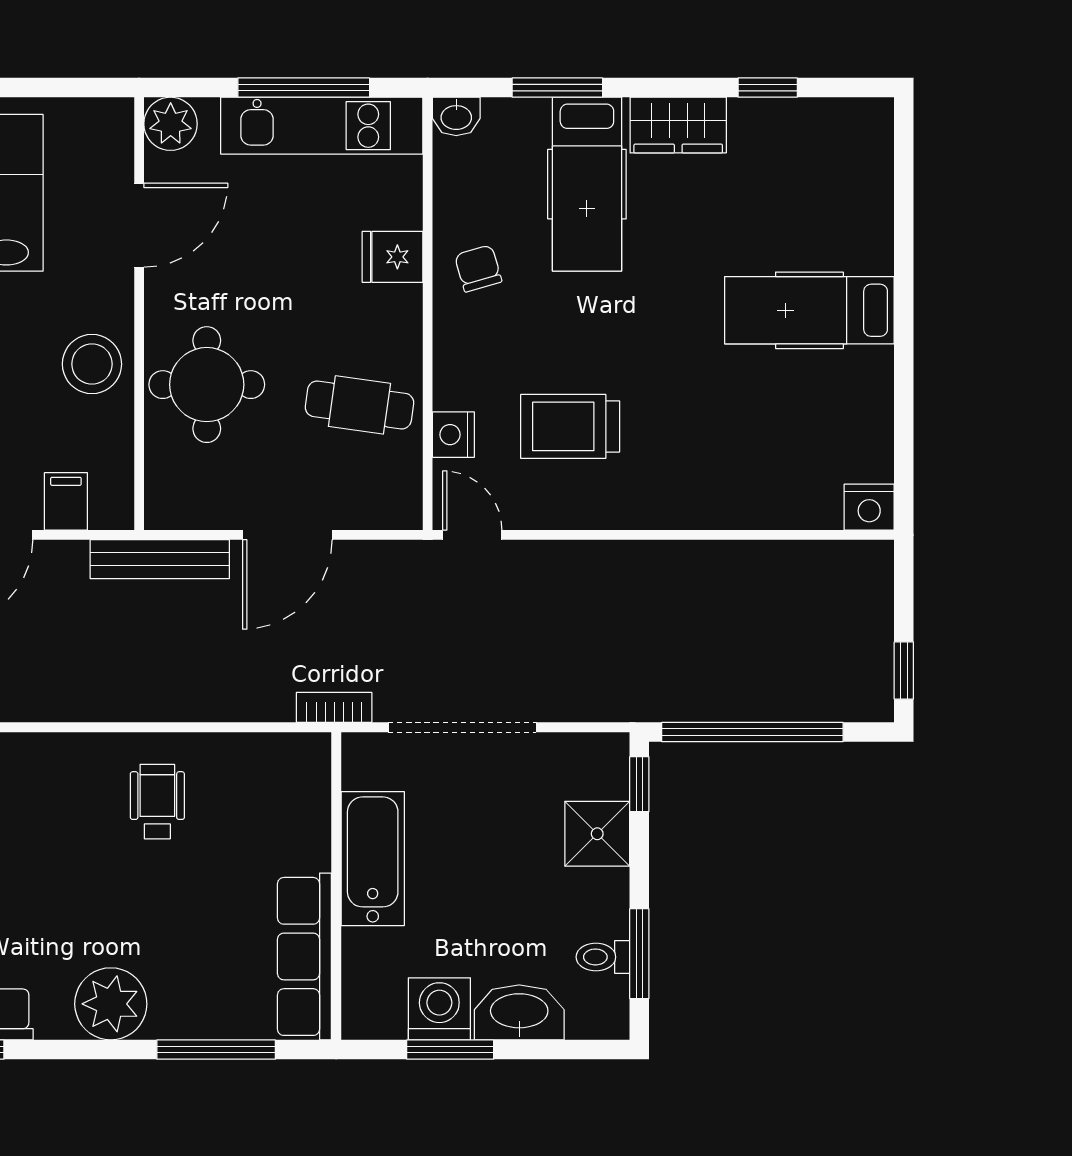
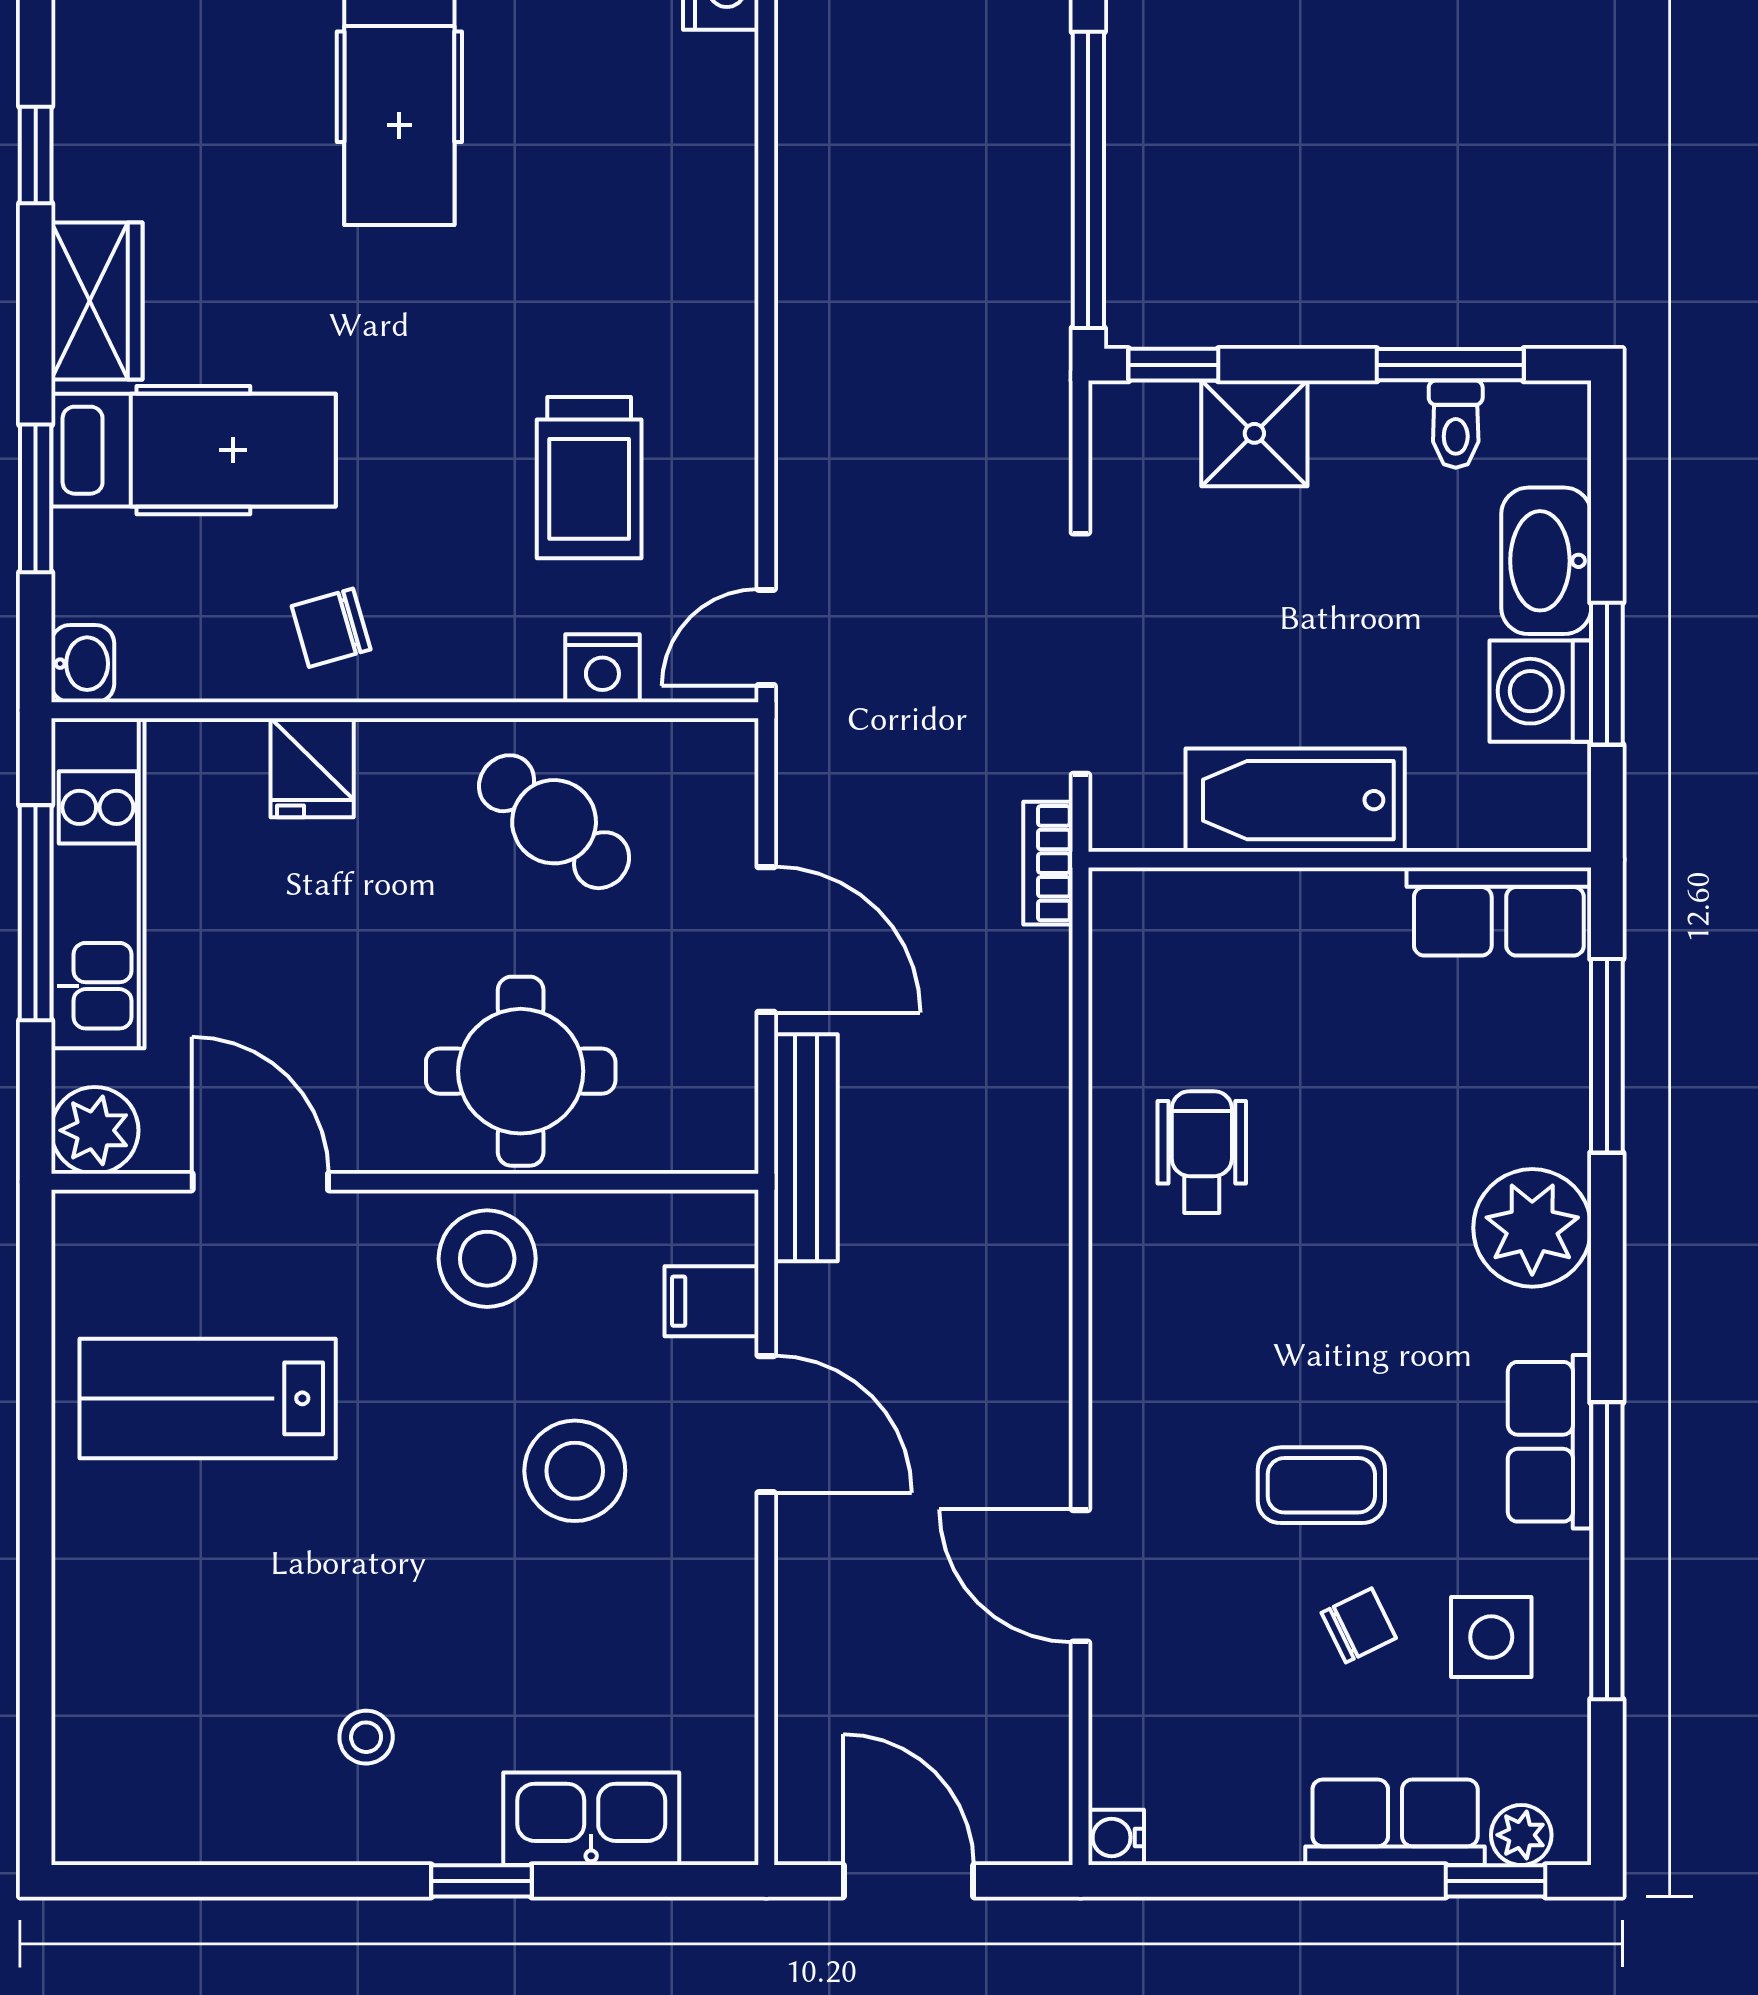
cafe table: (359, 405) -> (554, 822), turned -59
wheelchair: (157, 802) -> (1202, 1152), turned 90
row of seats: (304, 956) -> (1499, 912), width x0.68

